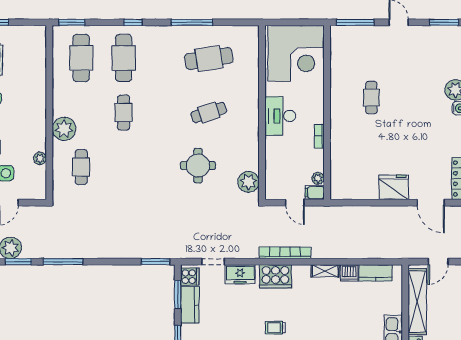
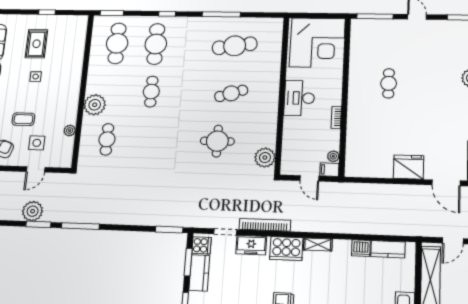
bookcase: (285, 253) -> (265, 225), moved
shelving: (325, 271) -> (318, 244), moved

